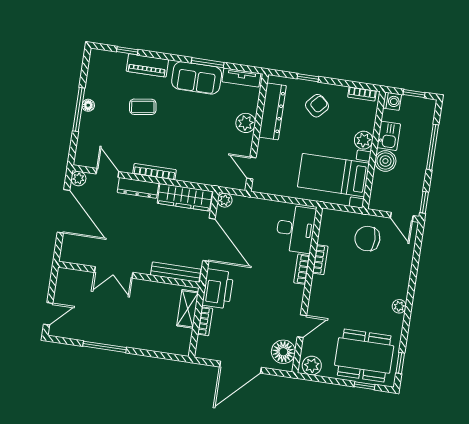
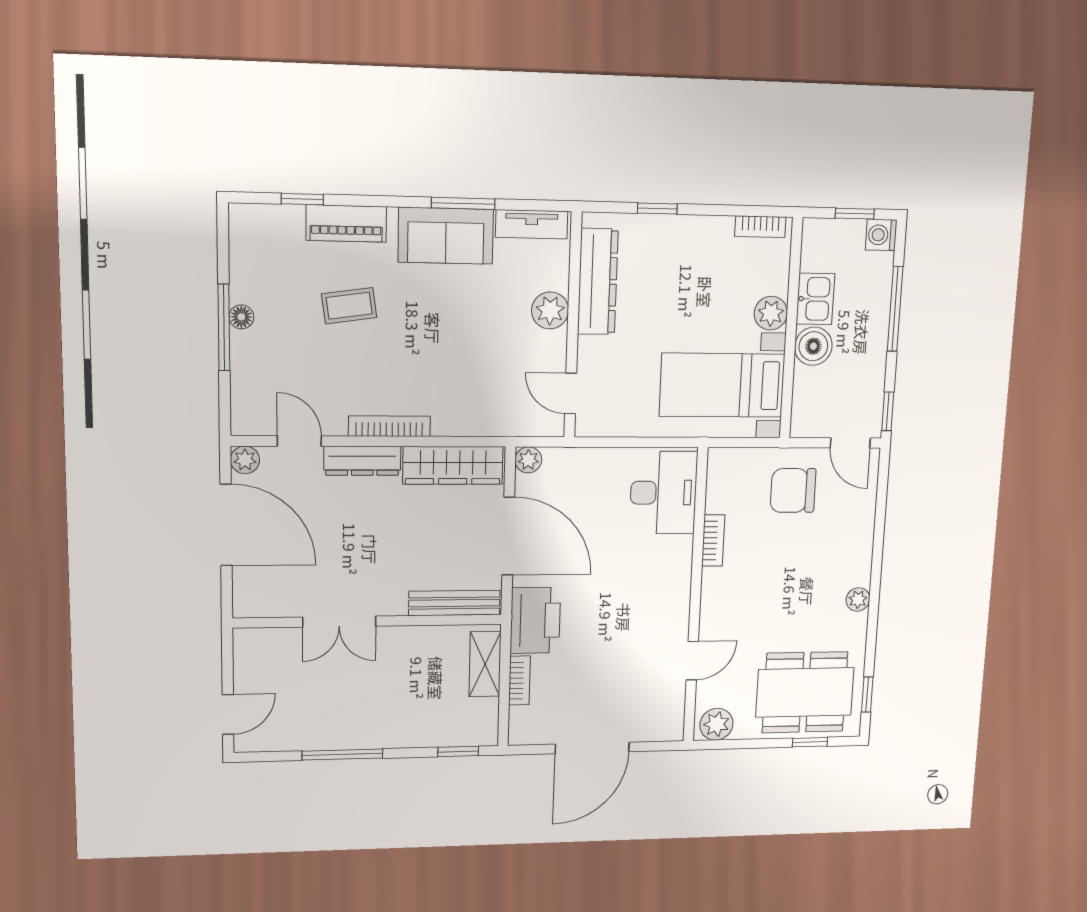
washing machine: (392, 101) -> (881, 235), moved, turned 180
armchair: (317, 106) -> (680, 260), removed
bookcase: (302, 269) -> (682, 562), removed
floor lamp: (283, 352) -> (665, 709), removed
window: (167, 356) -> (458, 751), added

